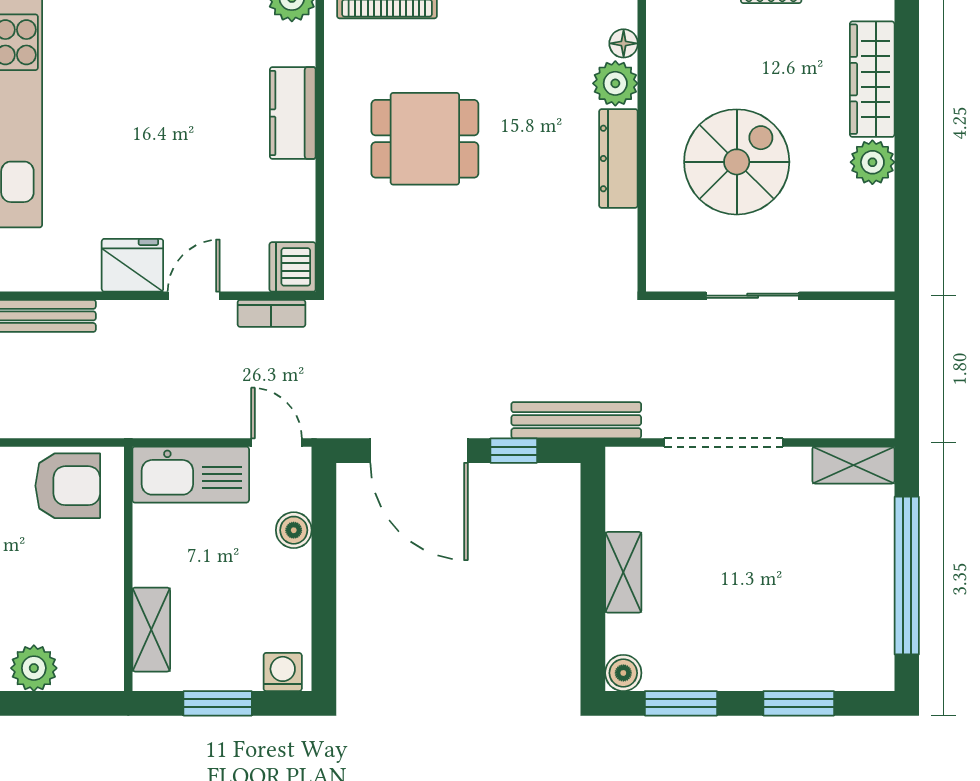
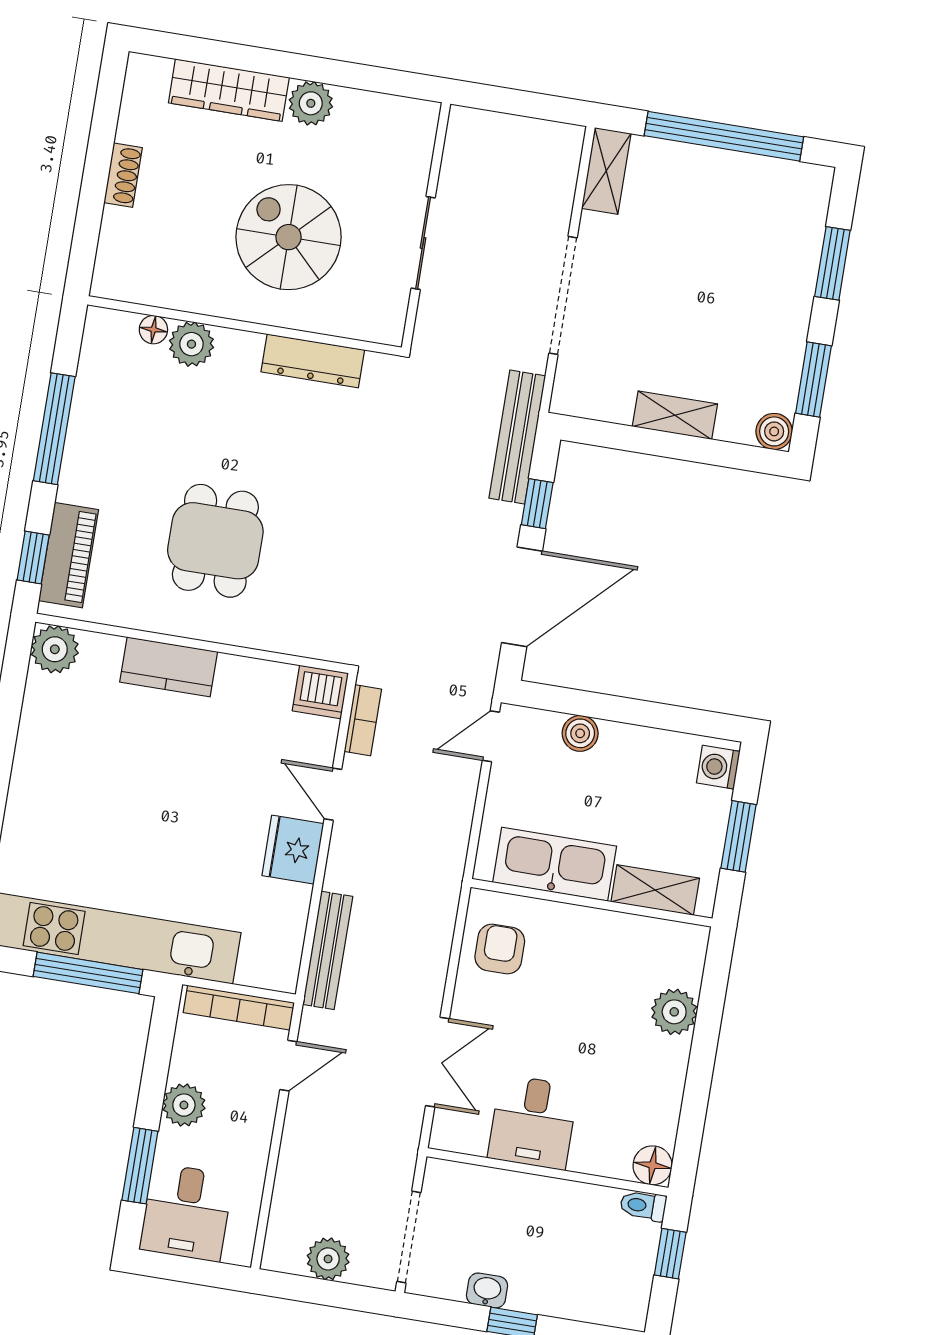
dresser: (618, 158) -> (313, 361), moved
kitchen sink: (191, 475) -> (555, 864), moved, turned -90
armchair: (68, 486) -> (500, 949), width x0.72, depth x0.72

